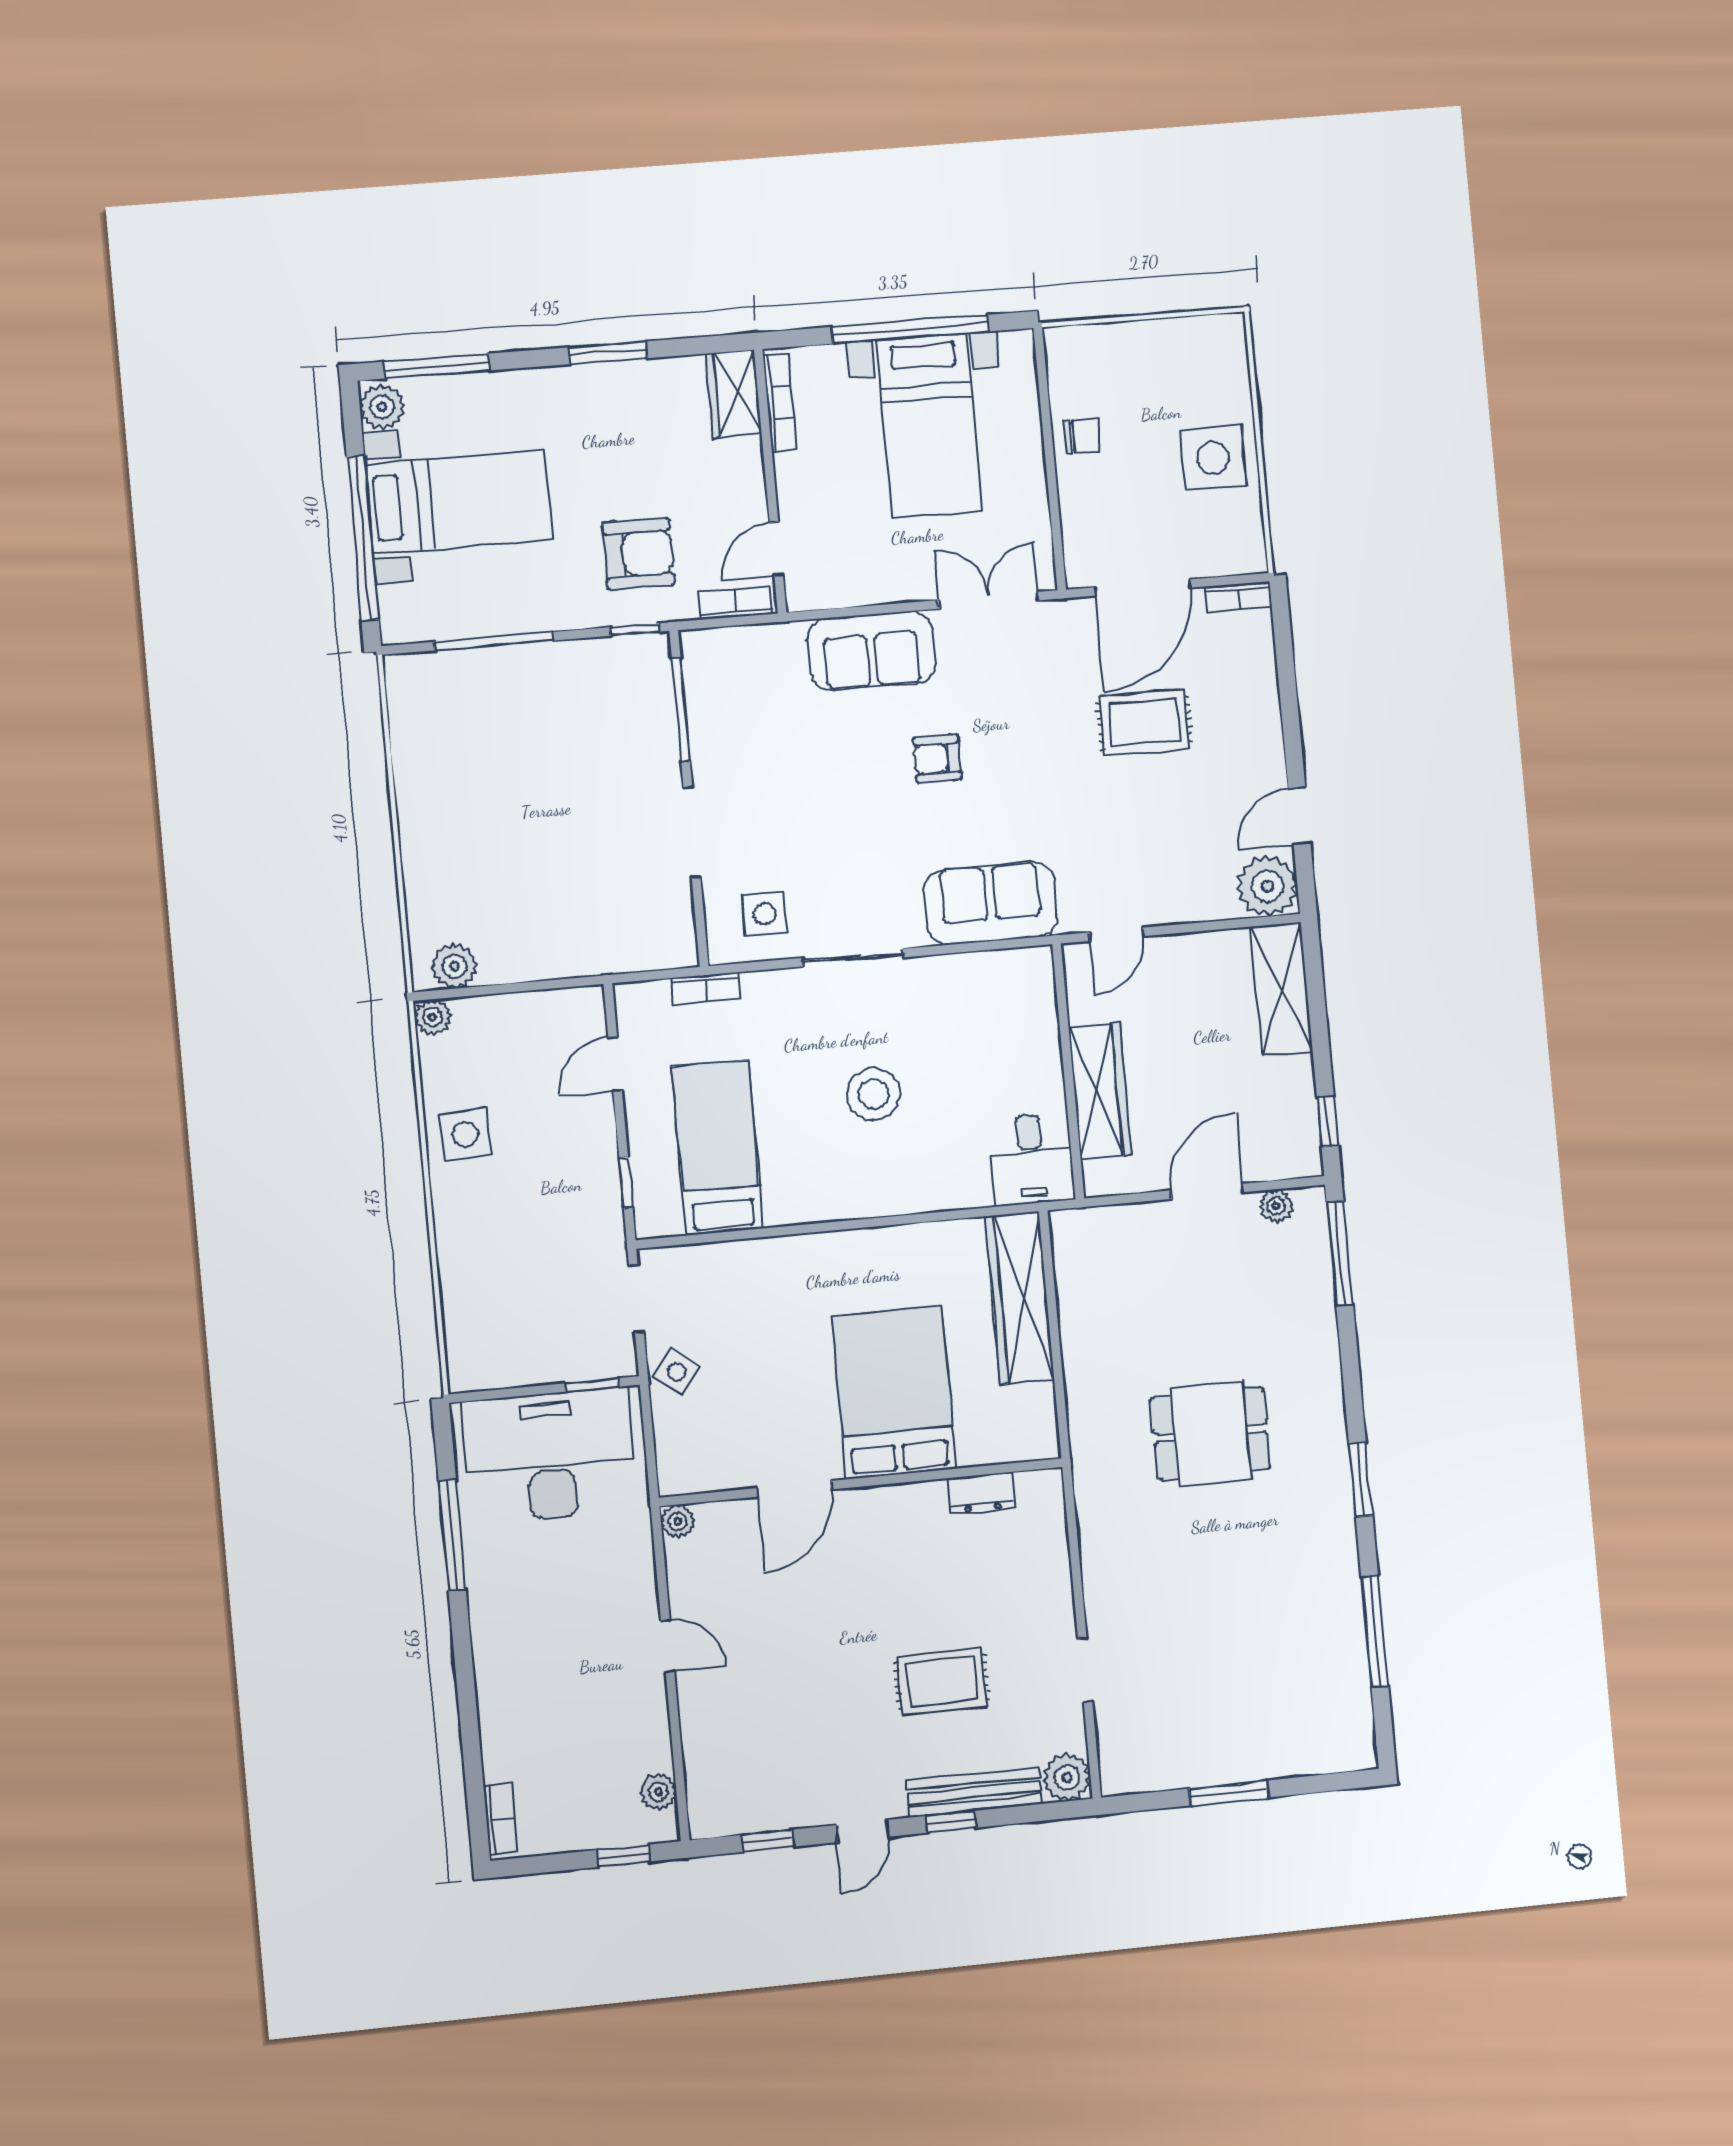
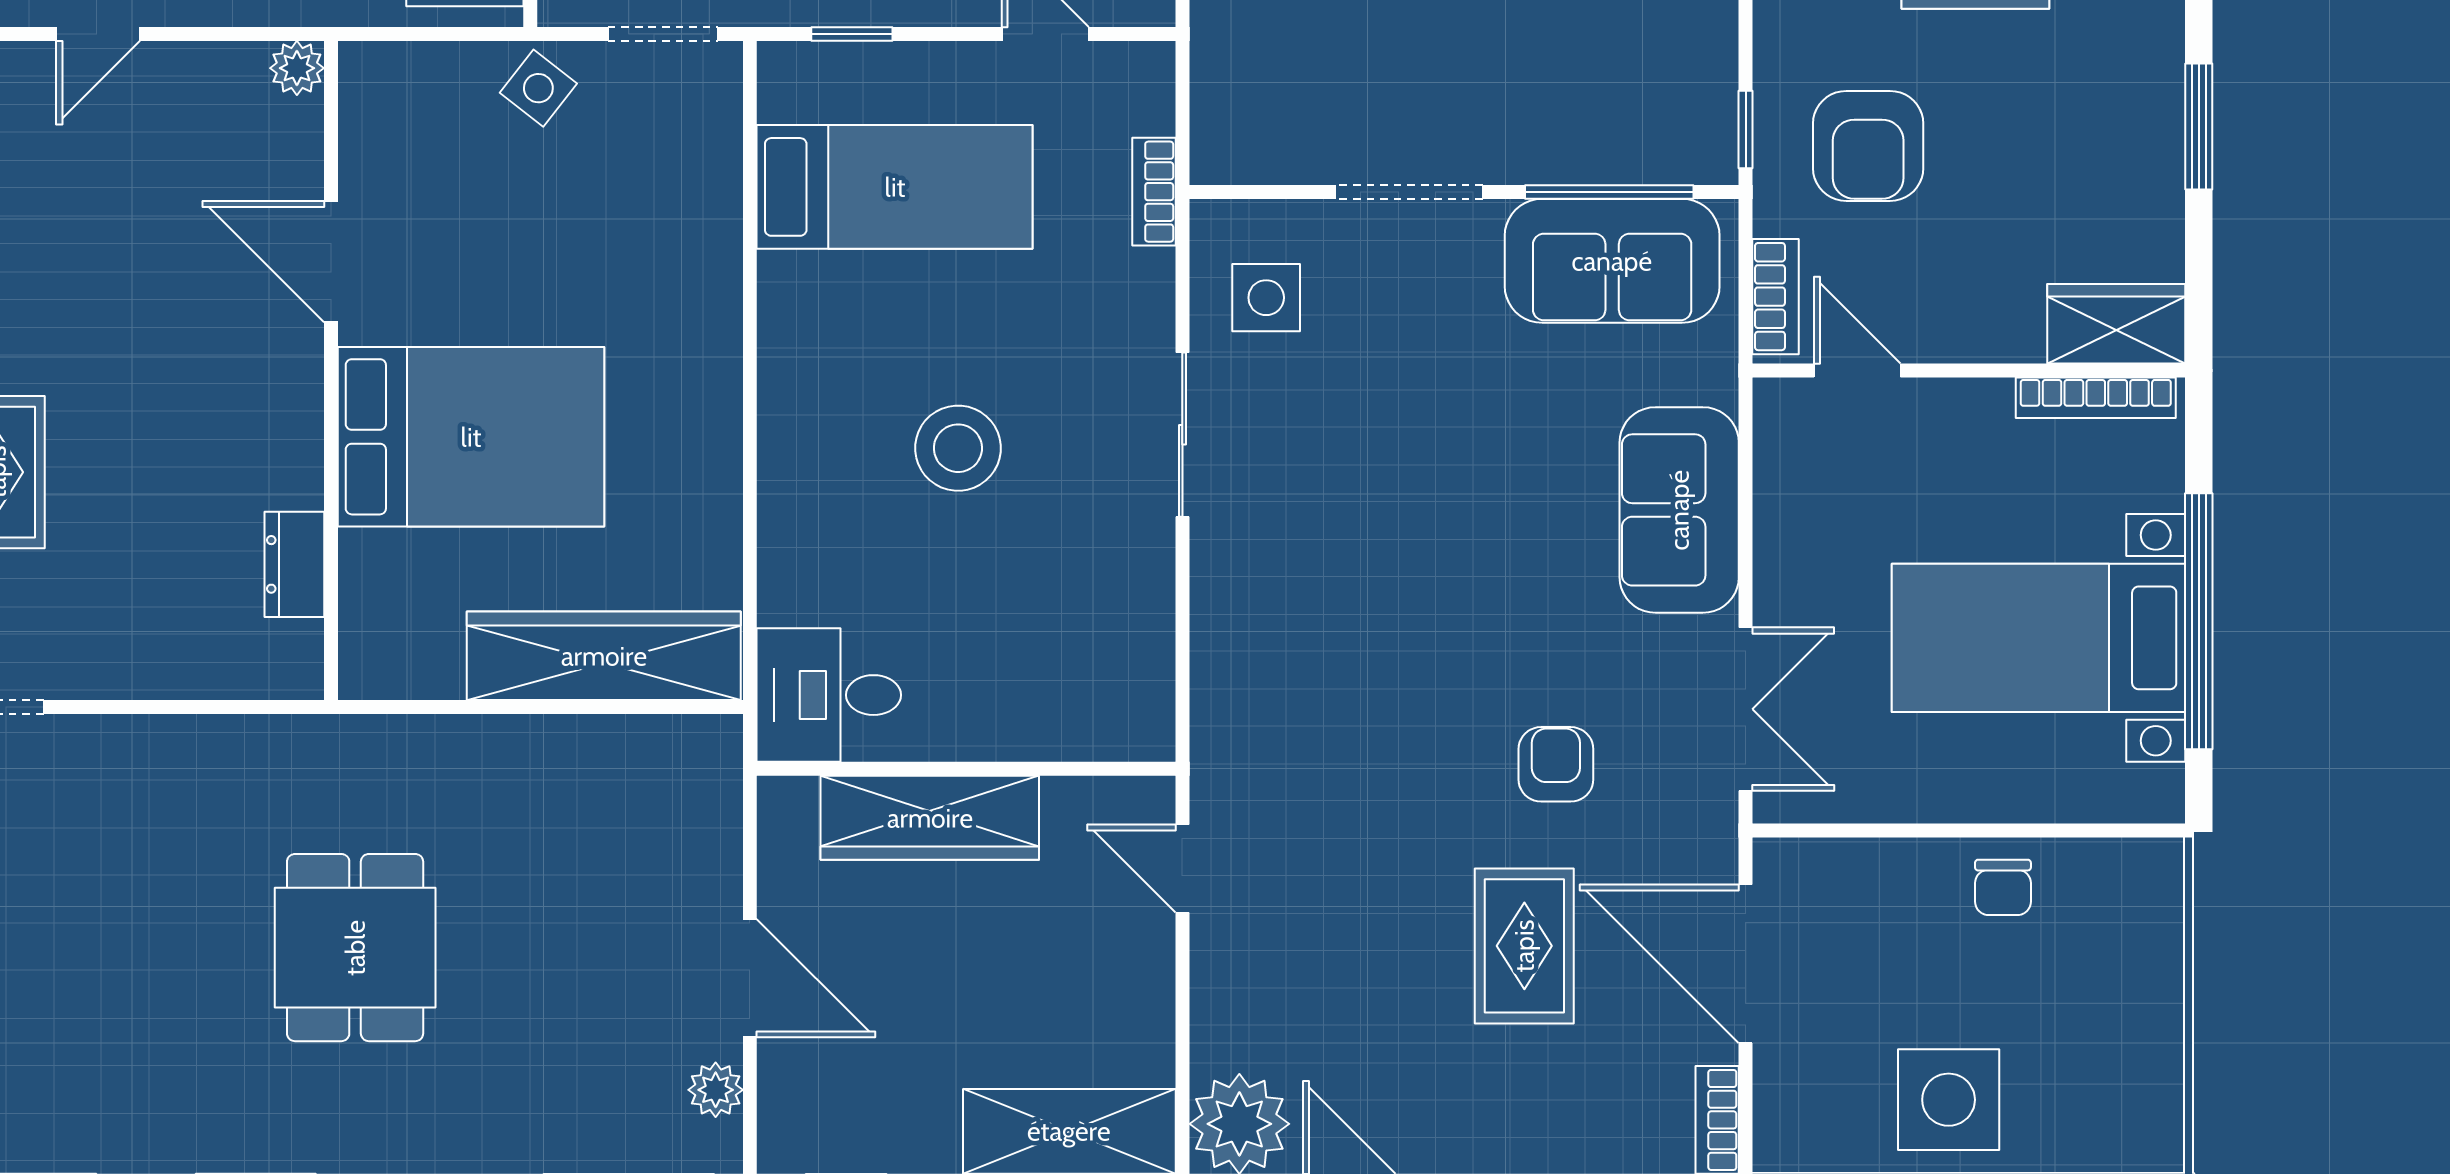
armchair: (937, 758) -> (1556, 764), moved
sofa: (991, 903) -> (1612, 261), moved, turned 90

